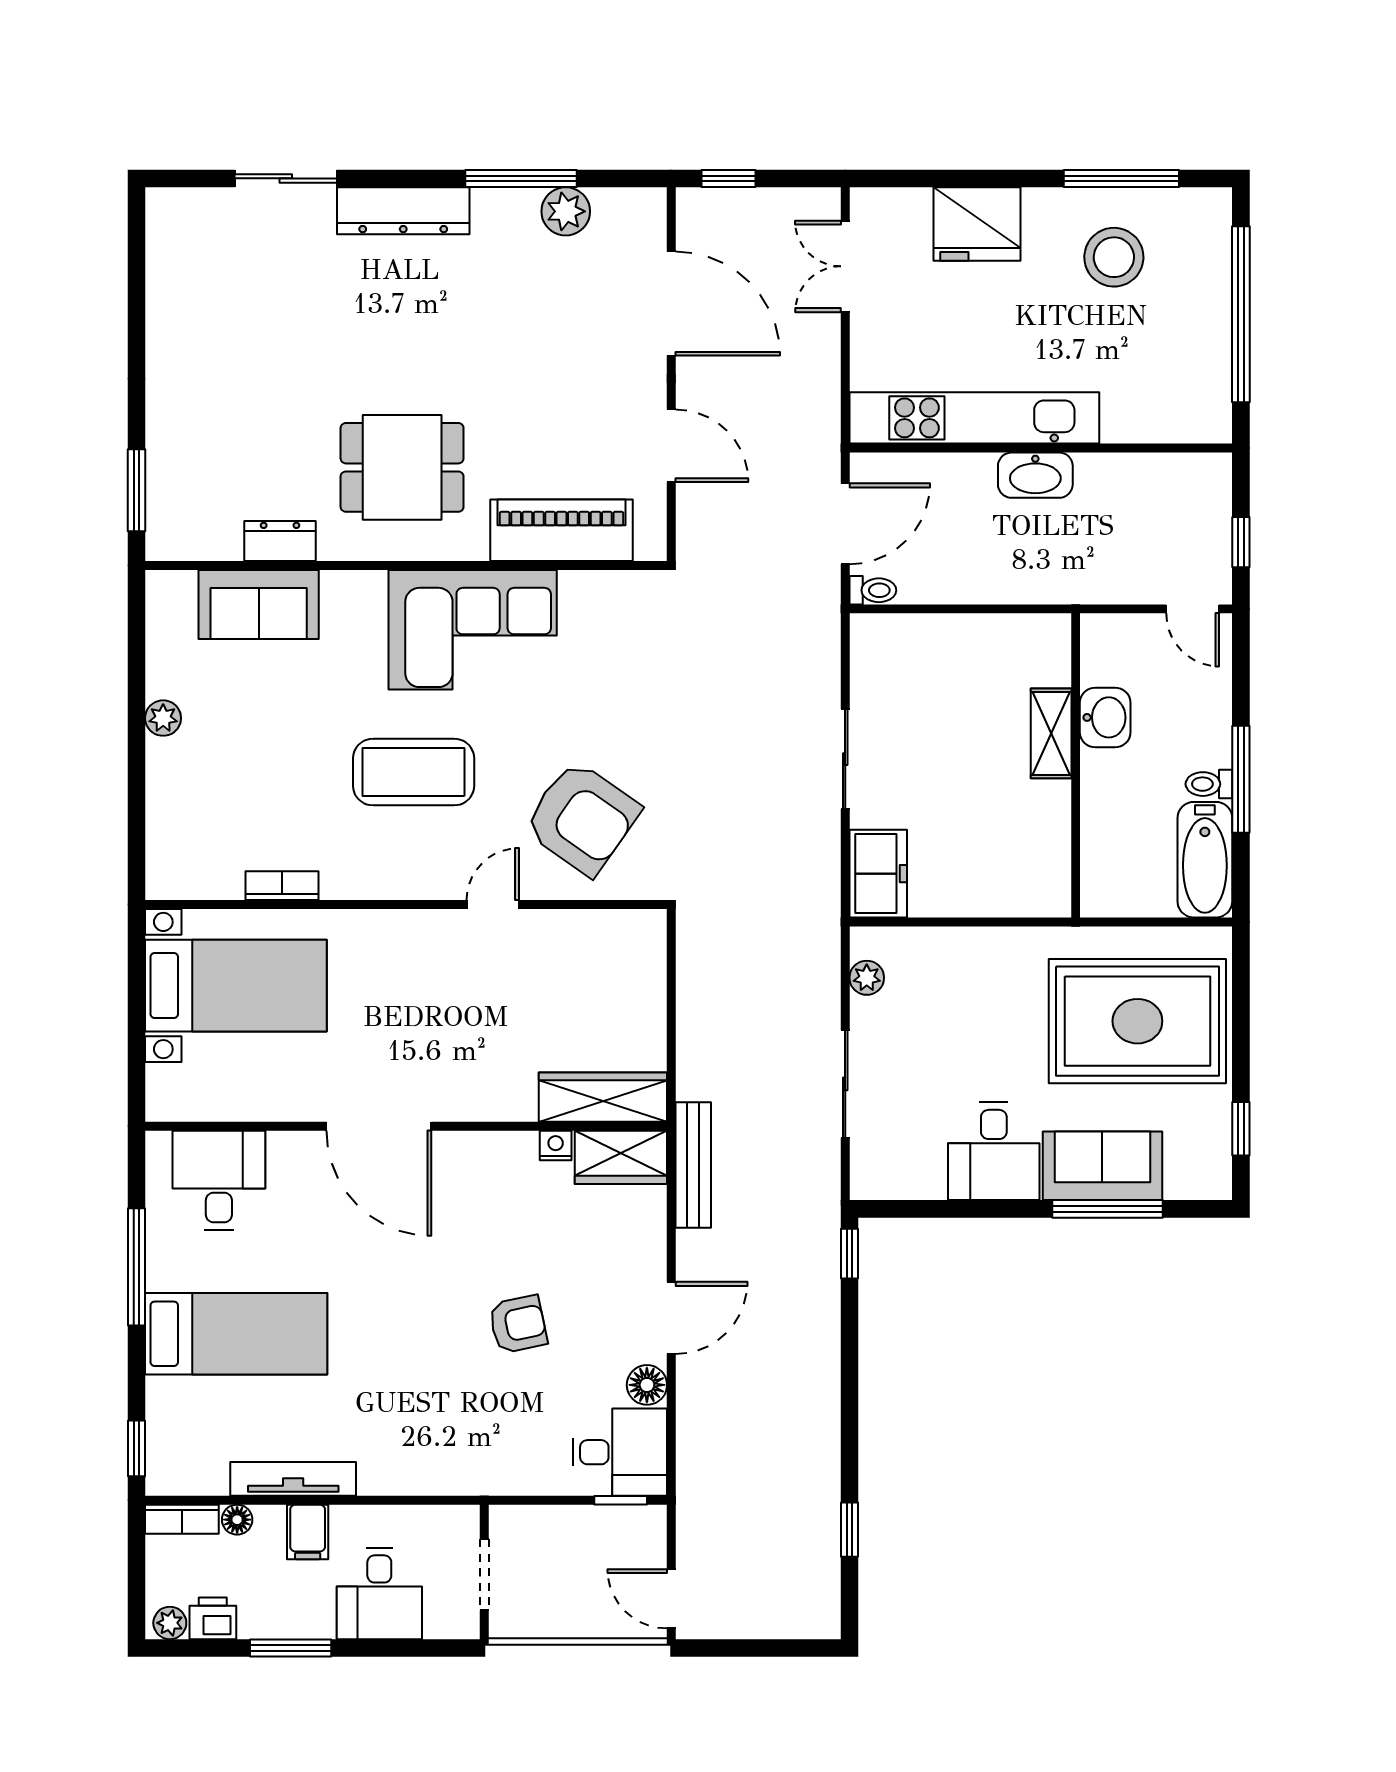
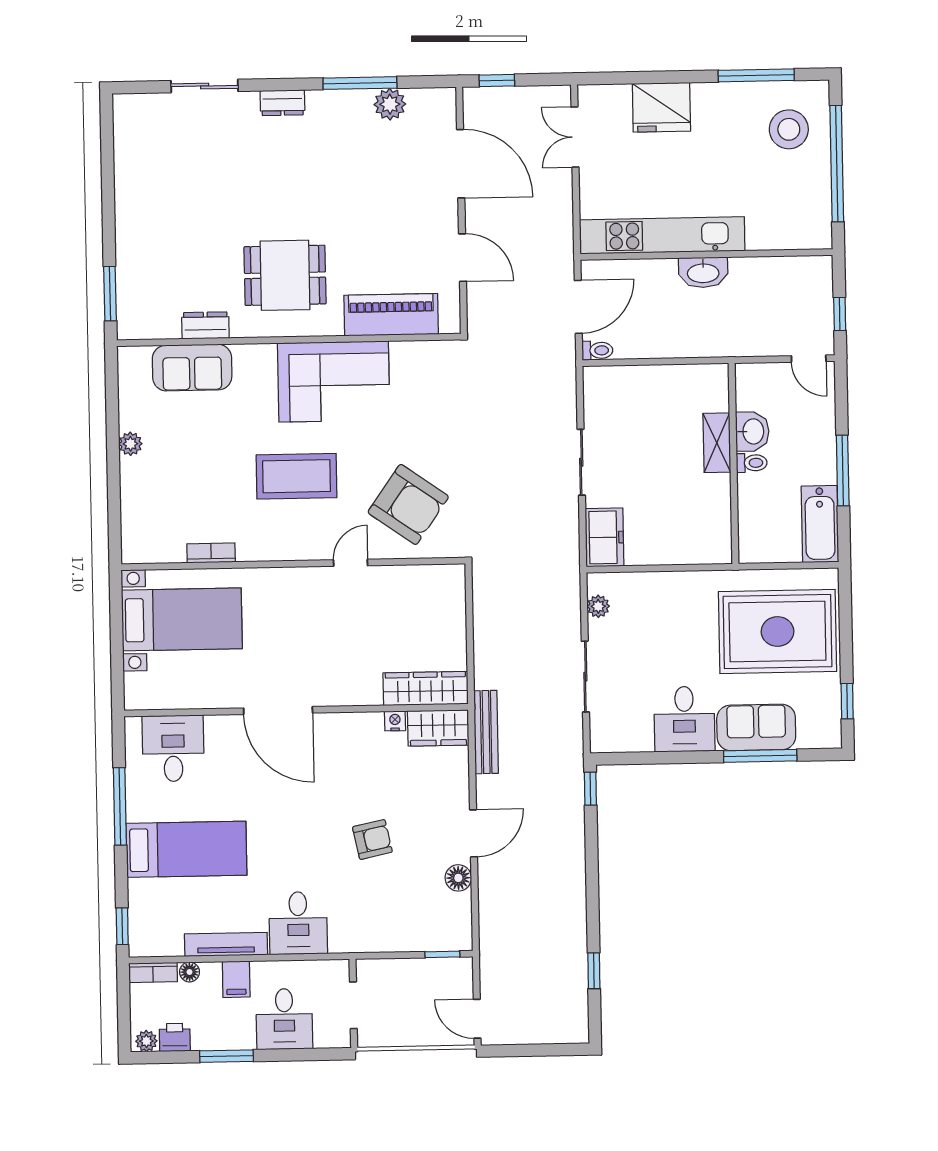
dresser: (403, 211) -> (282, 103), width x0.51, depth x0.80
stool: (1114, 257) -> (789, 129), moved
toilet: (1209, 784) -> (752, 463), moved, turned 180
desk: (620, 1452) -> (298, 923), moved, turned 90

